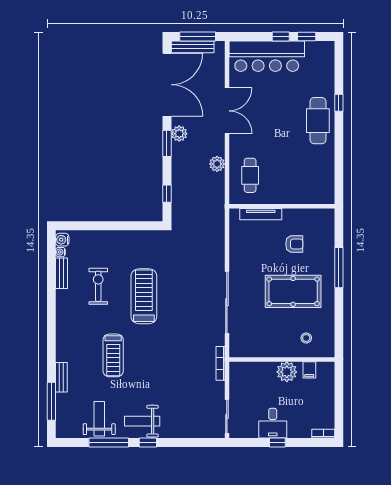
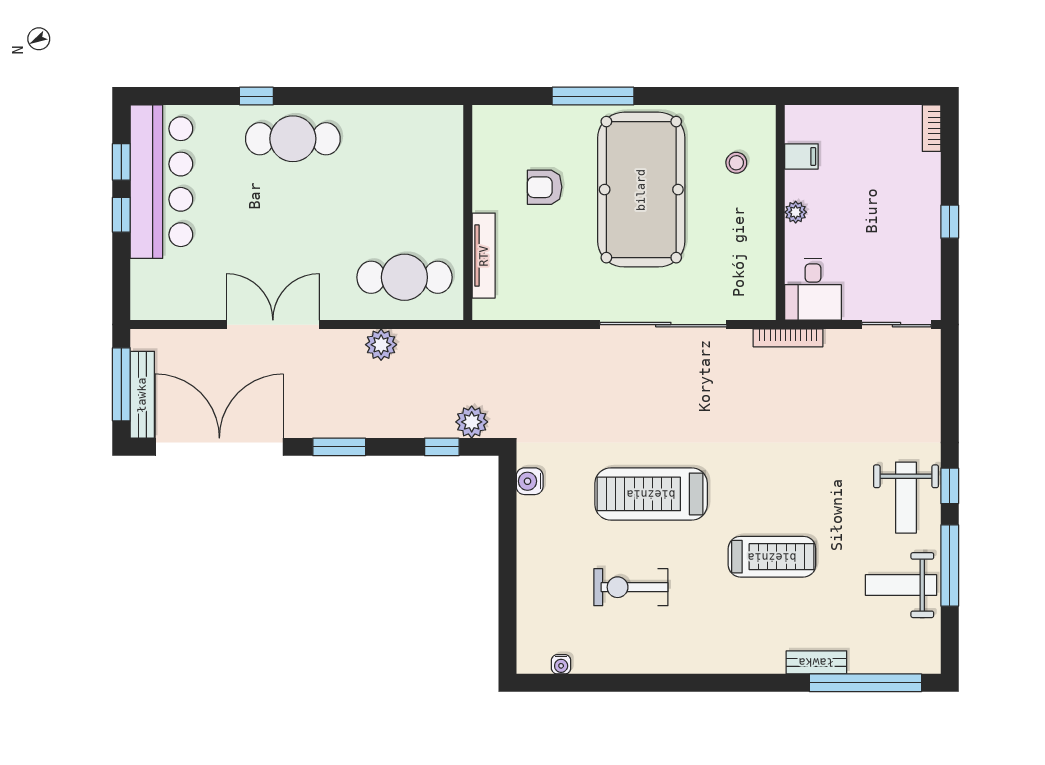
bar counter: (267, 56) -> (161, 182), moved
plant: (179, 134) -> (472, 422), moved
cafe table: (250, 175) -> (404, 277), width x1.37, depth x1.35
water cooler: (62, 240) -> (530, 481), moved, turned 90
armchair: (294, 244) -> (545, 187), turned -90
bench: (62, 273) -> (604, 662), removed
pool table: (293, 291) -> (641, 190), width x1.36, depth x1.32
plant: (287, 372) -> (796, 212), width x0.53, depth x0.53
window: (51, 401) -> (865, 683), width x1.46
desk: (273, 423) -> (813, 290), moved, turned 90

